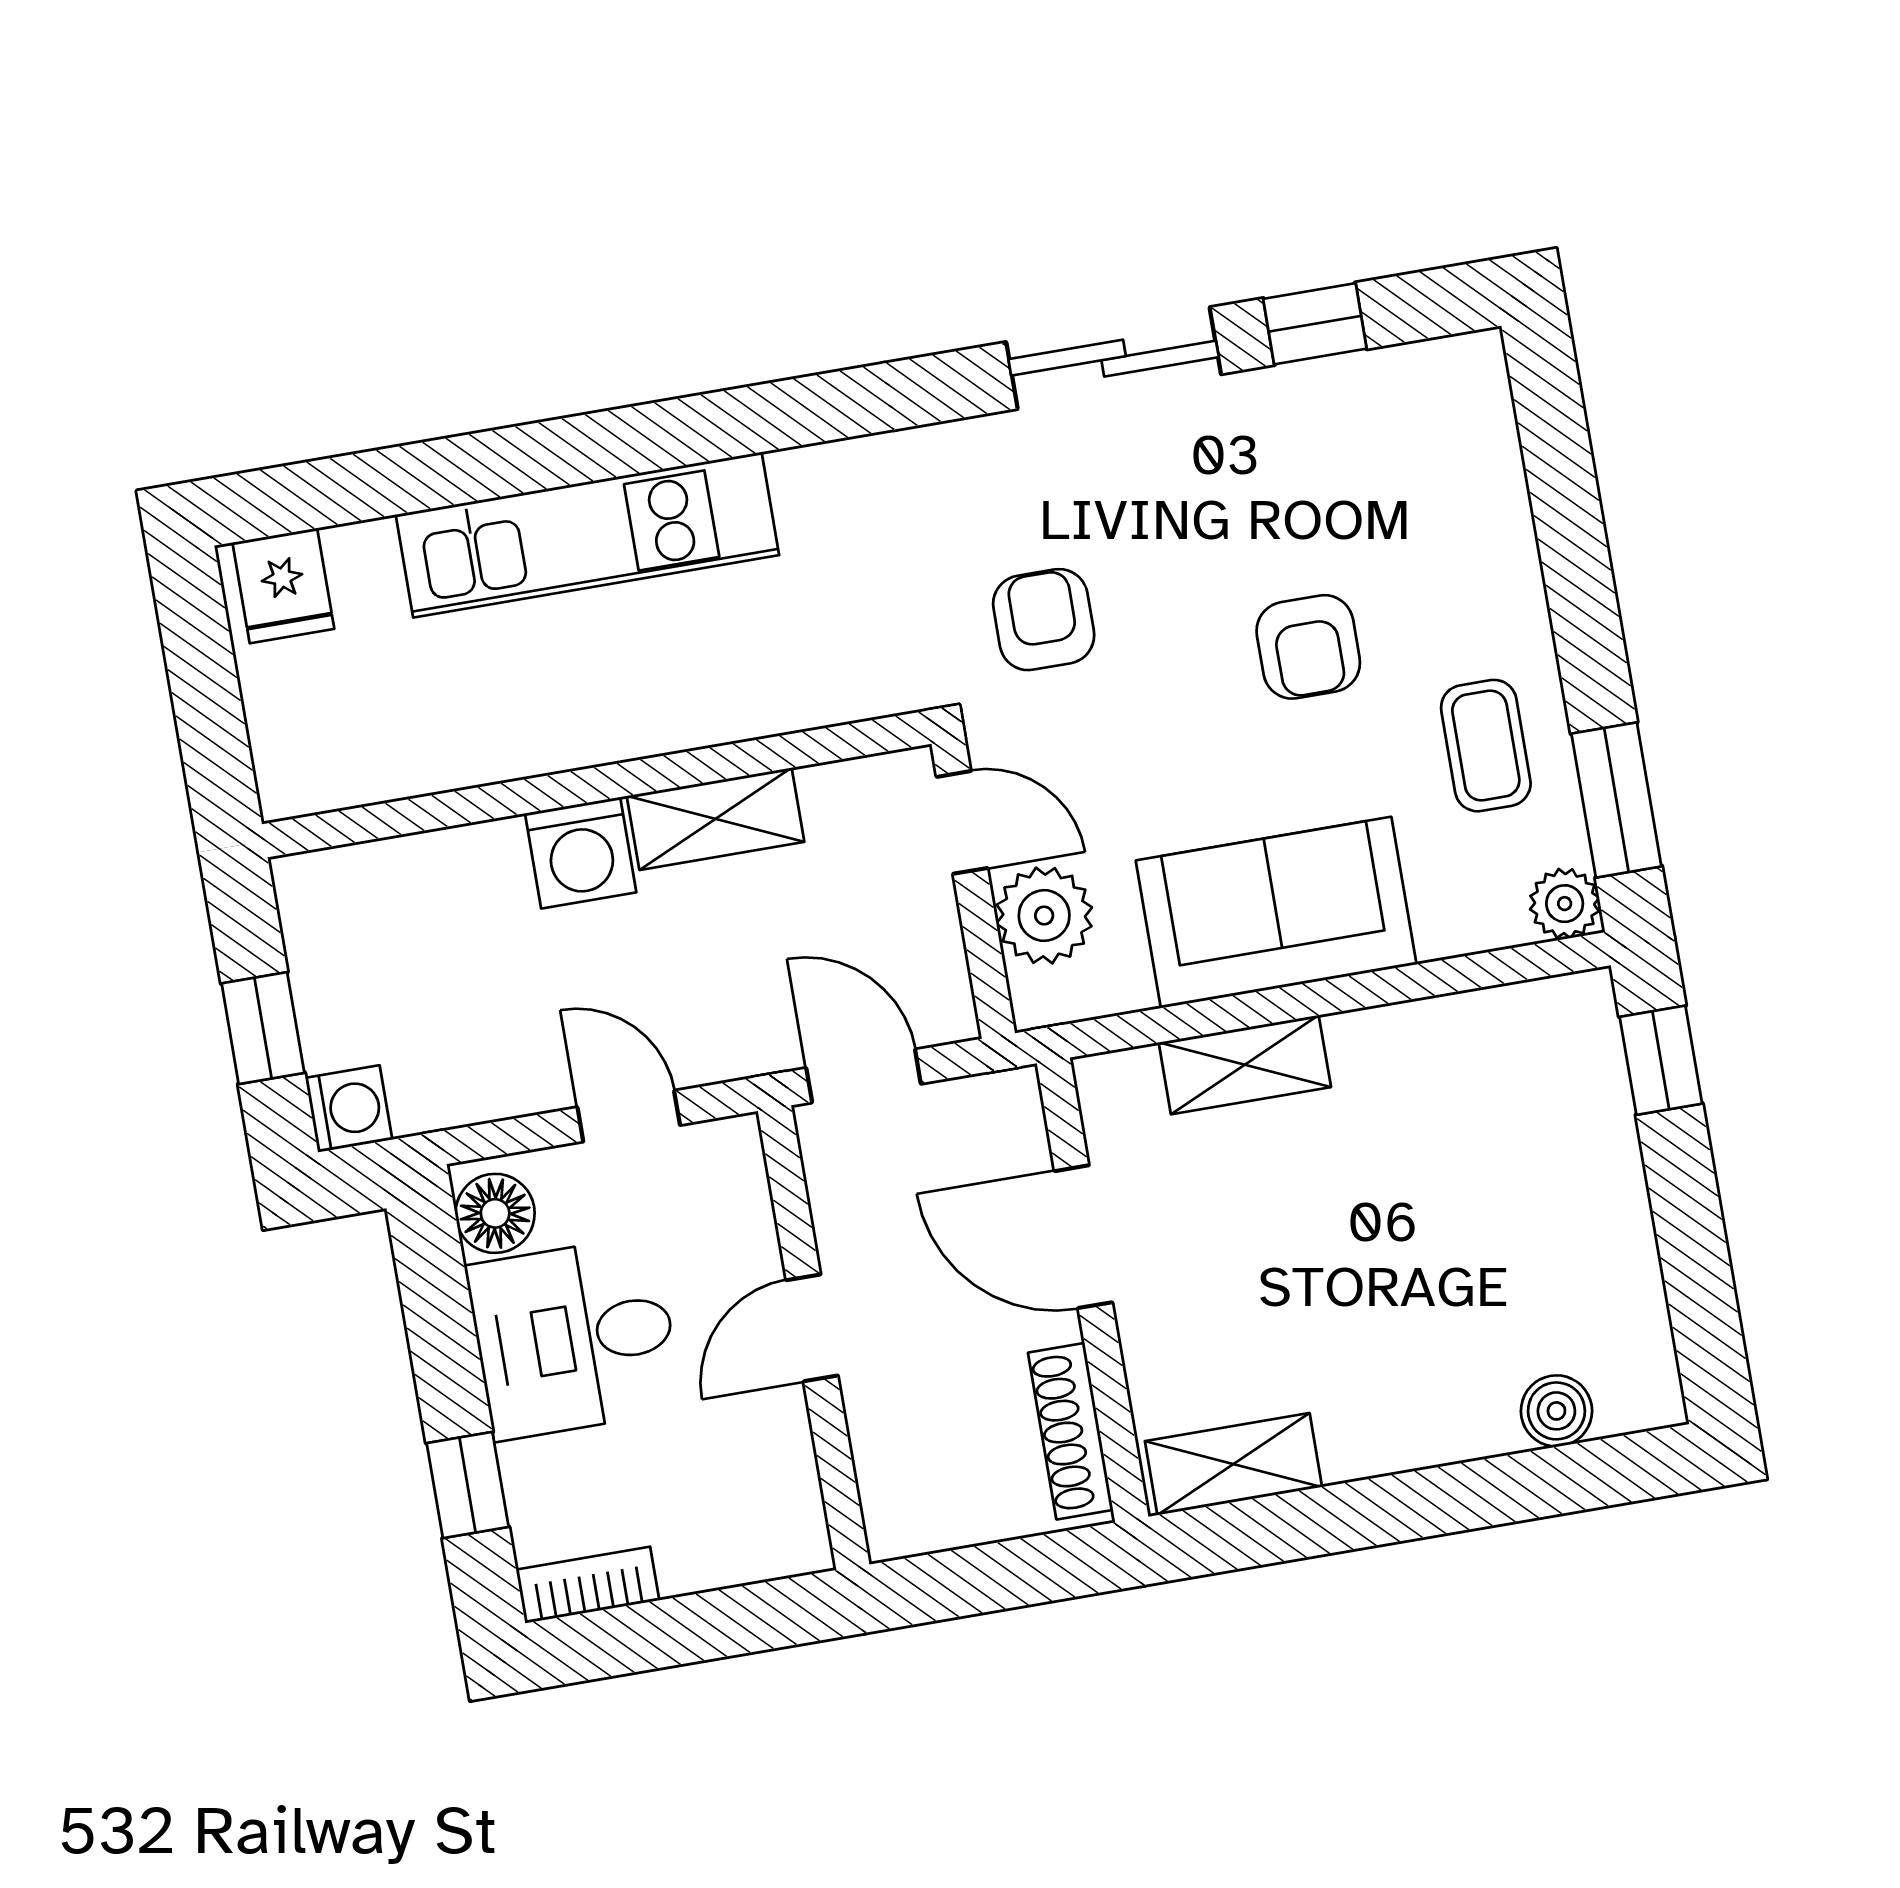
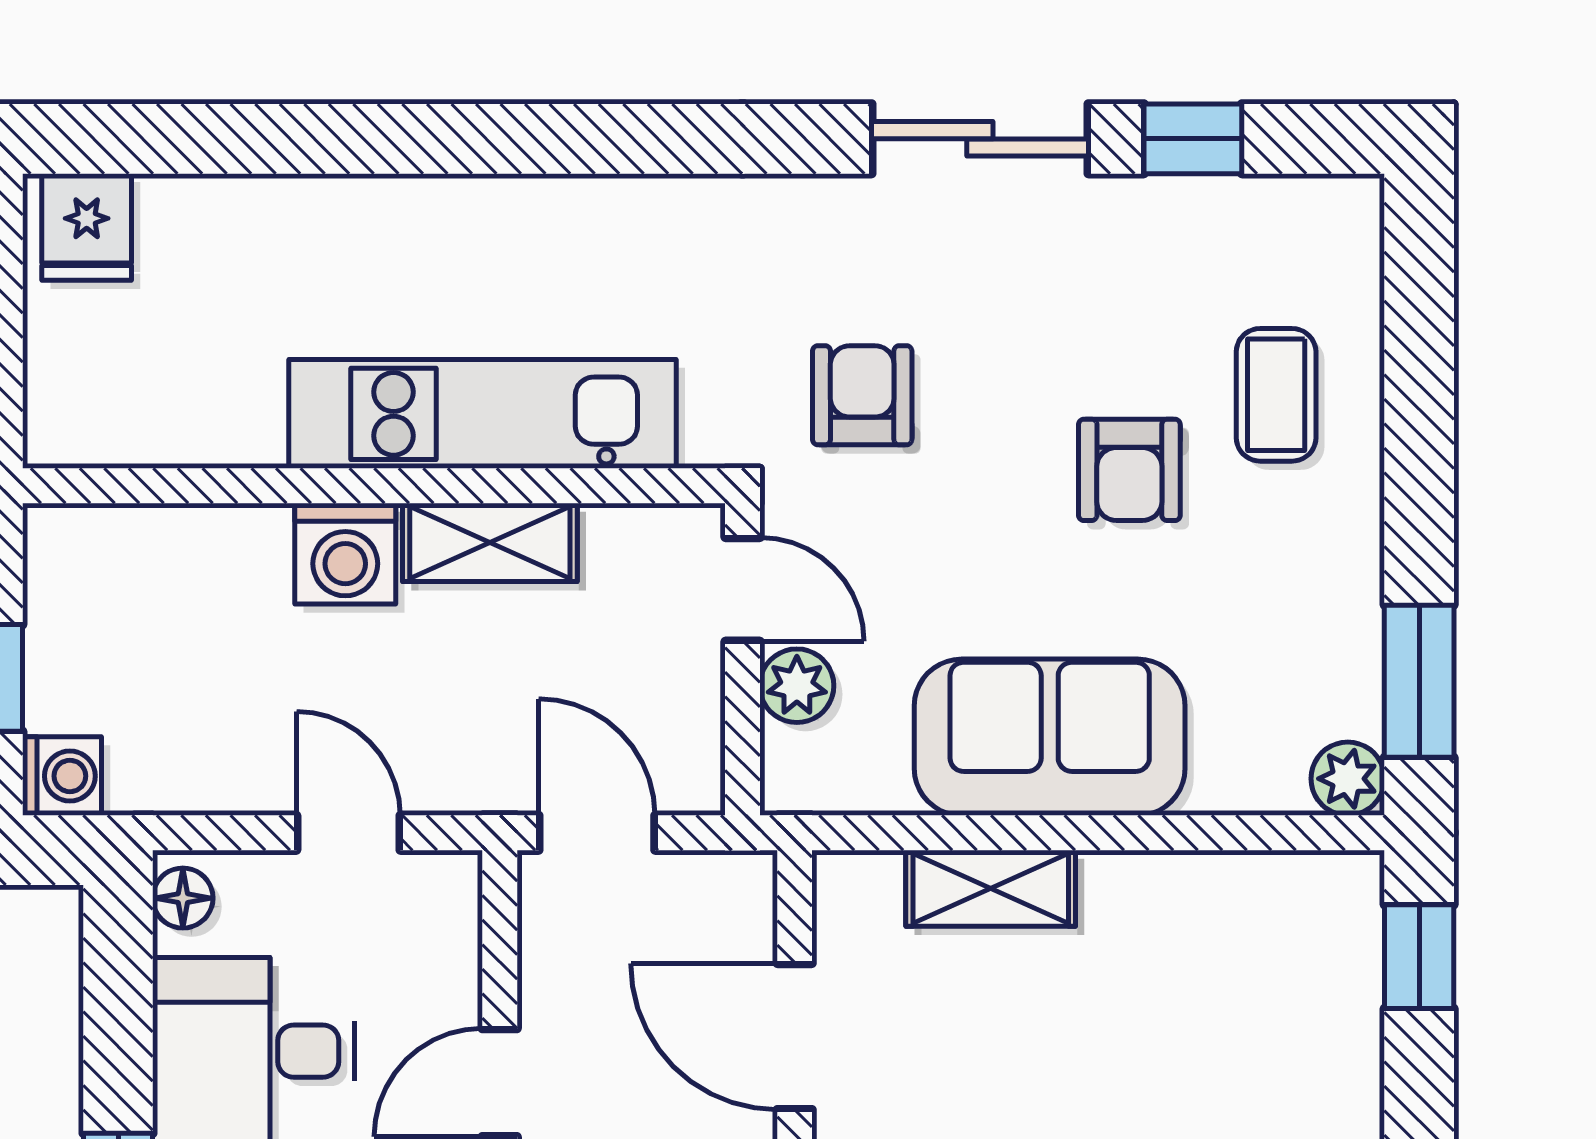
kitchen unit: (587, 535) -> (483, 414), moved, turned 180
coffee table: (1486, 746) -> (1276, 395), moved
plant: (1044, 916) -> (797, 686), width x0.73, depth x0.73
floor lamp: (495, 1213) -> (183, 898), width x0.73, depth x0.73

